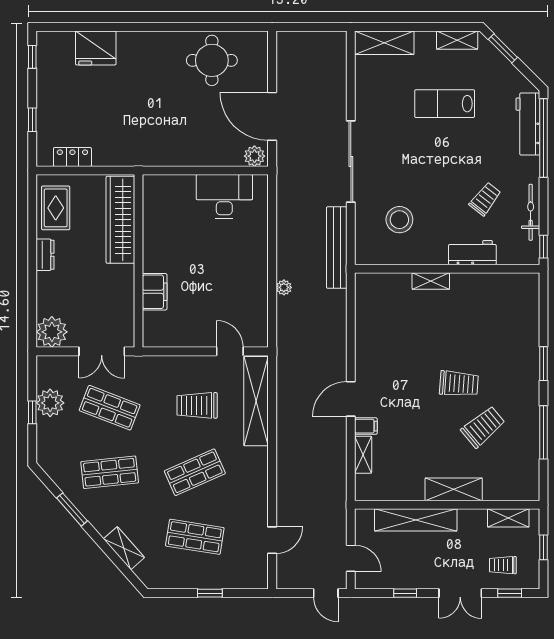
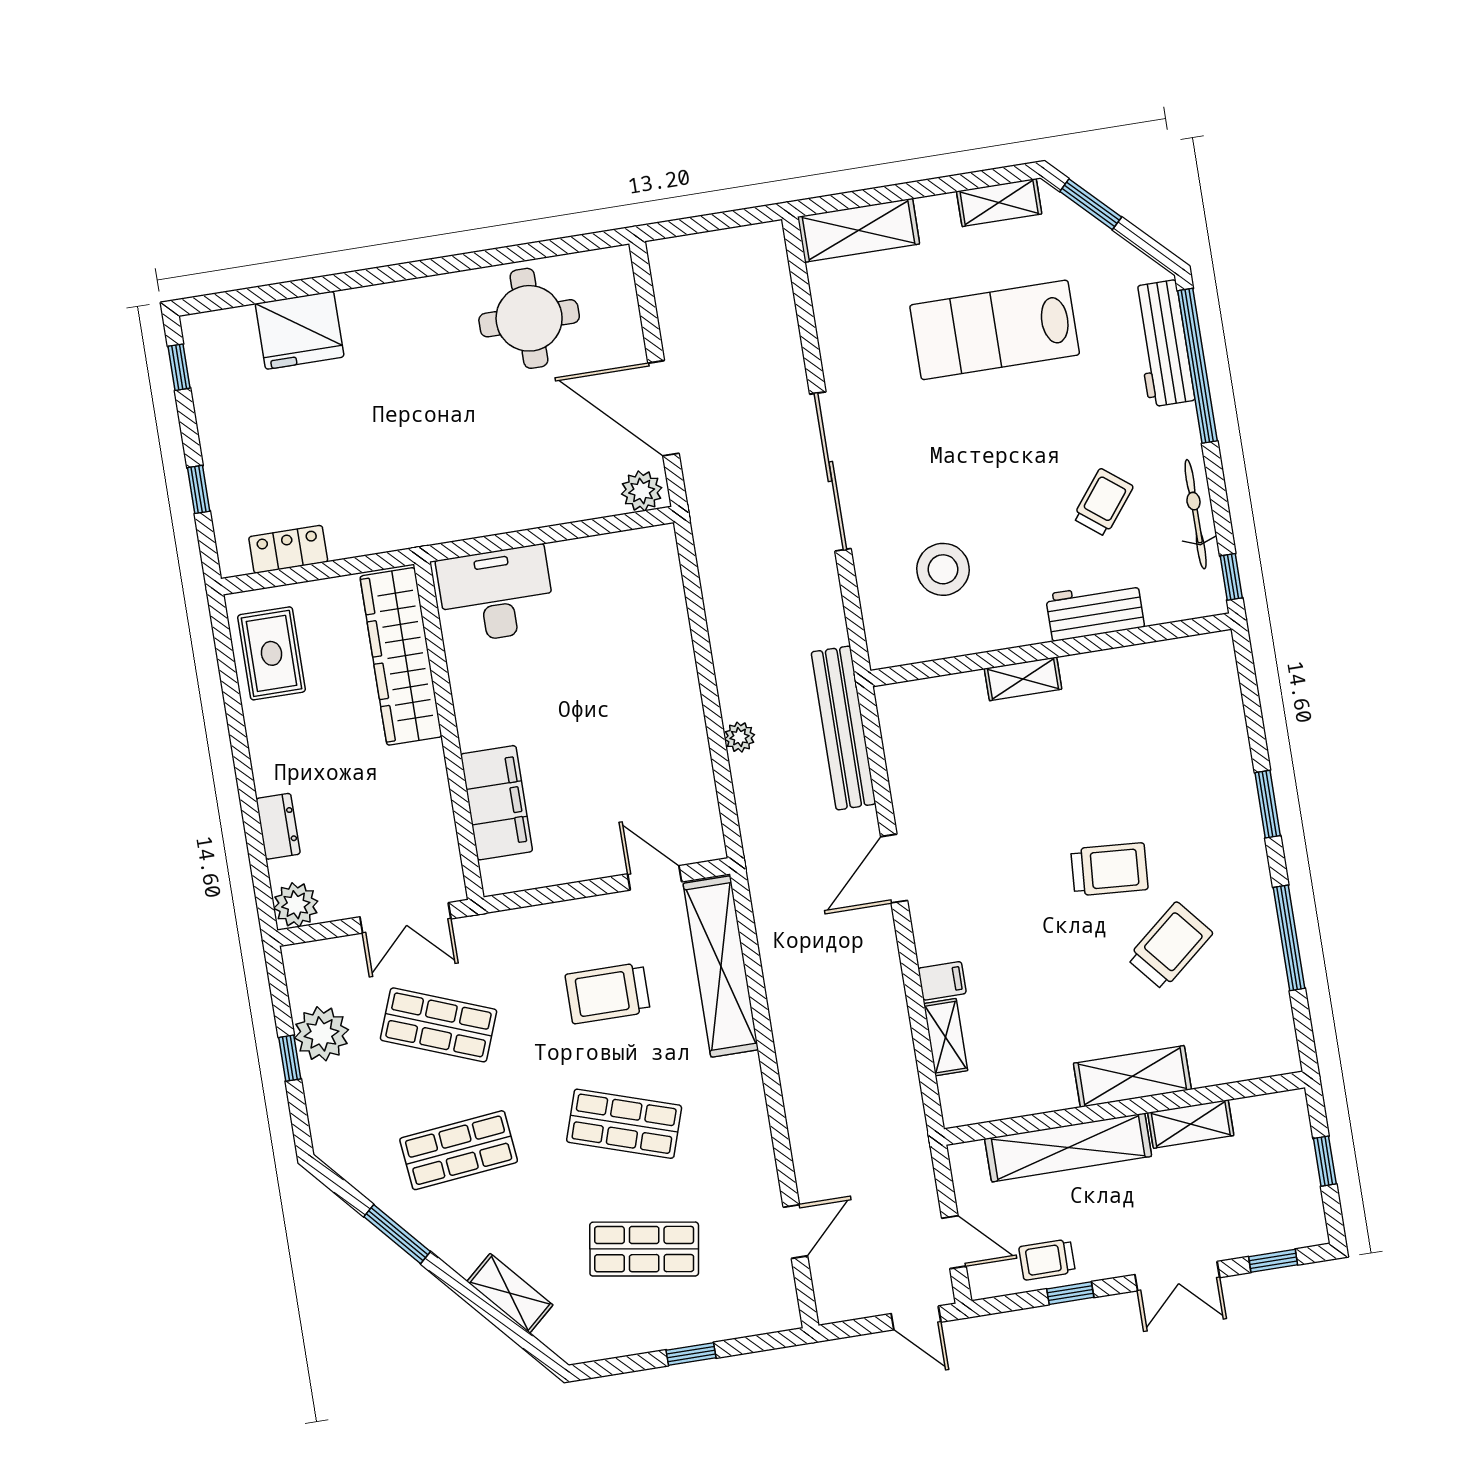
lab bench: (445, 104) -> (995, 330), width x1.36, depth x1.39
desk: (224, 196) -> (496, 595), moved
bench: (337, 247) -> (843, 728), moved
dresser: (45, 255) -> (278, 826), moved
filing cabinet: (155, 292) -> (497, 803), width x1.50, depth x1.17
plant: (52, 332) -> (296, 905), width x0.73, depth x0.73
door: (351, 399) -> (894, 869), moved
shop shelf: (195, 472) -> (624, 1124), turned 42
shelving: (508, 518) -> (1191, 1124), moved
trolley: (503, 565) -> (1047, 1260), moved

